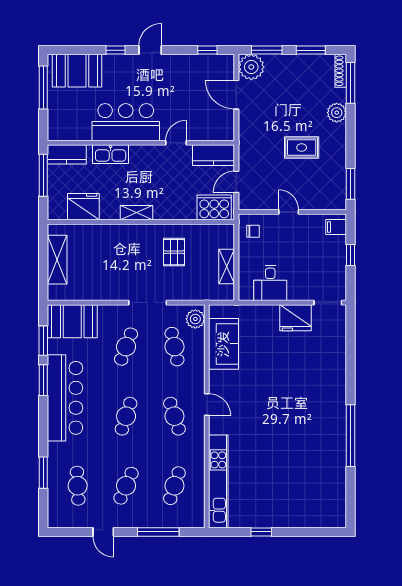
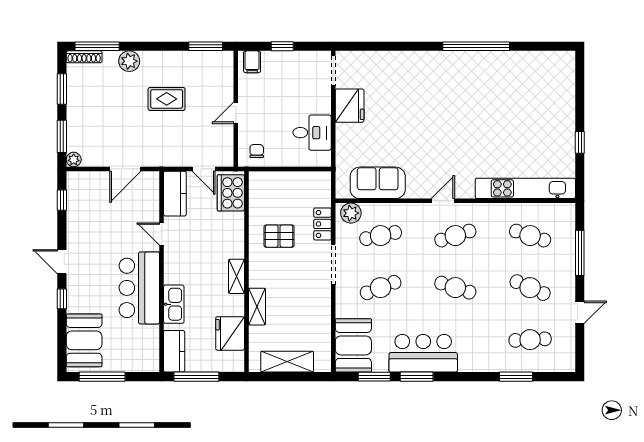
plant: (251, 67) -> (74, 159), width x0.53, depth x0.53
door: (236, 95) -> (125, 169), moved
rug: (302, 147) -> (167, 99), turned 90
shelving: (227, 267) -> (257, 307), moved, turned 90
locker: (185, 293) -> (322, 224), added
cafe table: (126, 347) -> (381, 288), turned -42
bar counter: (65, 398) -> (423, 353), width x0.73

